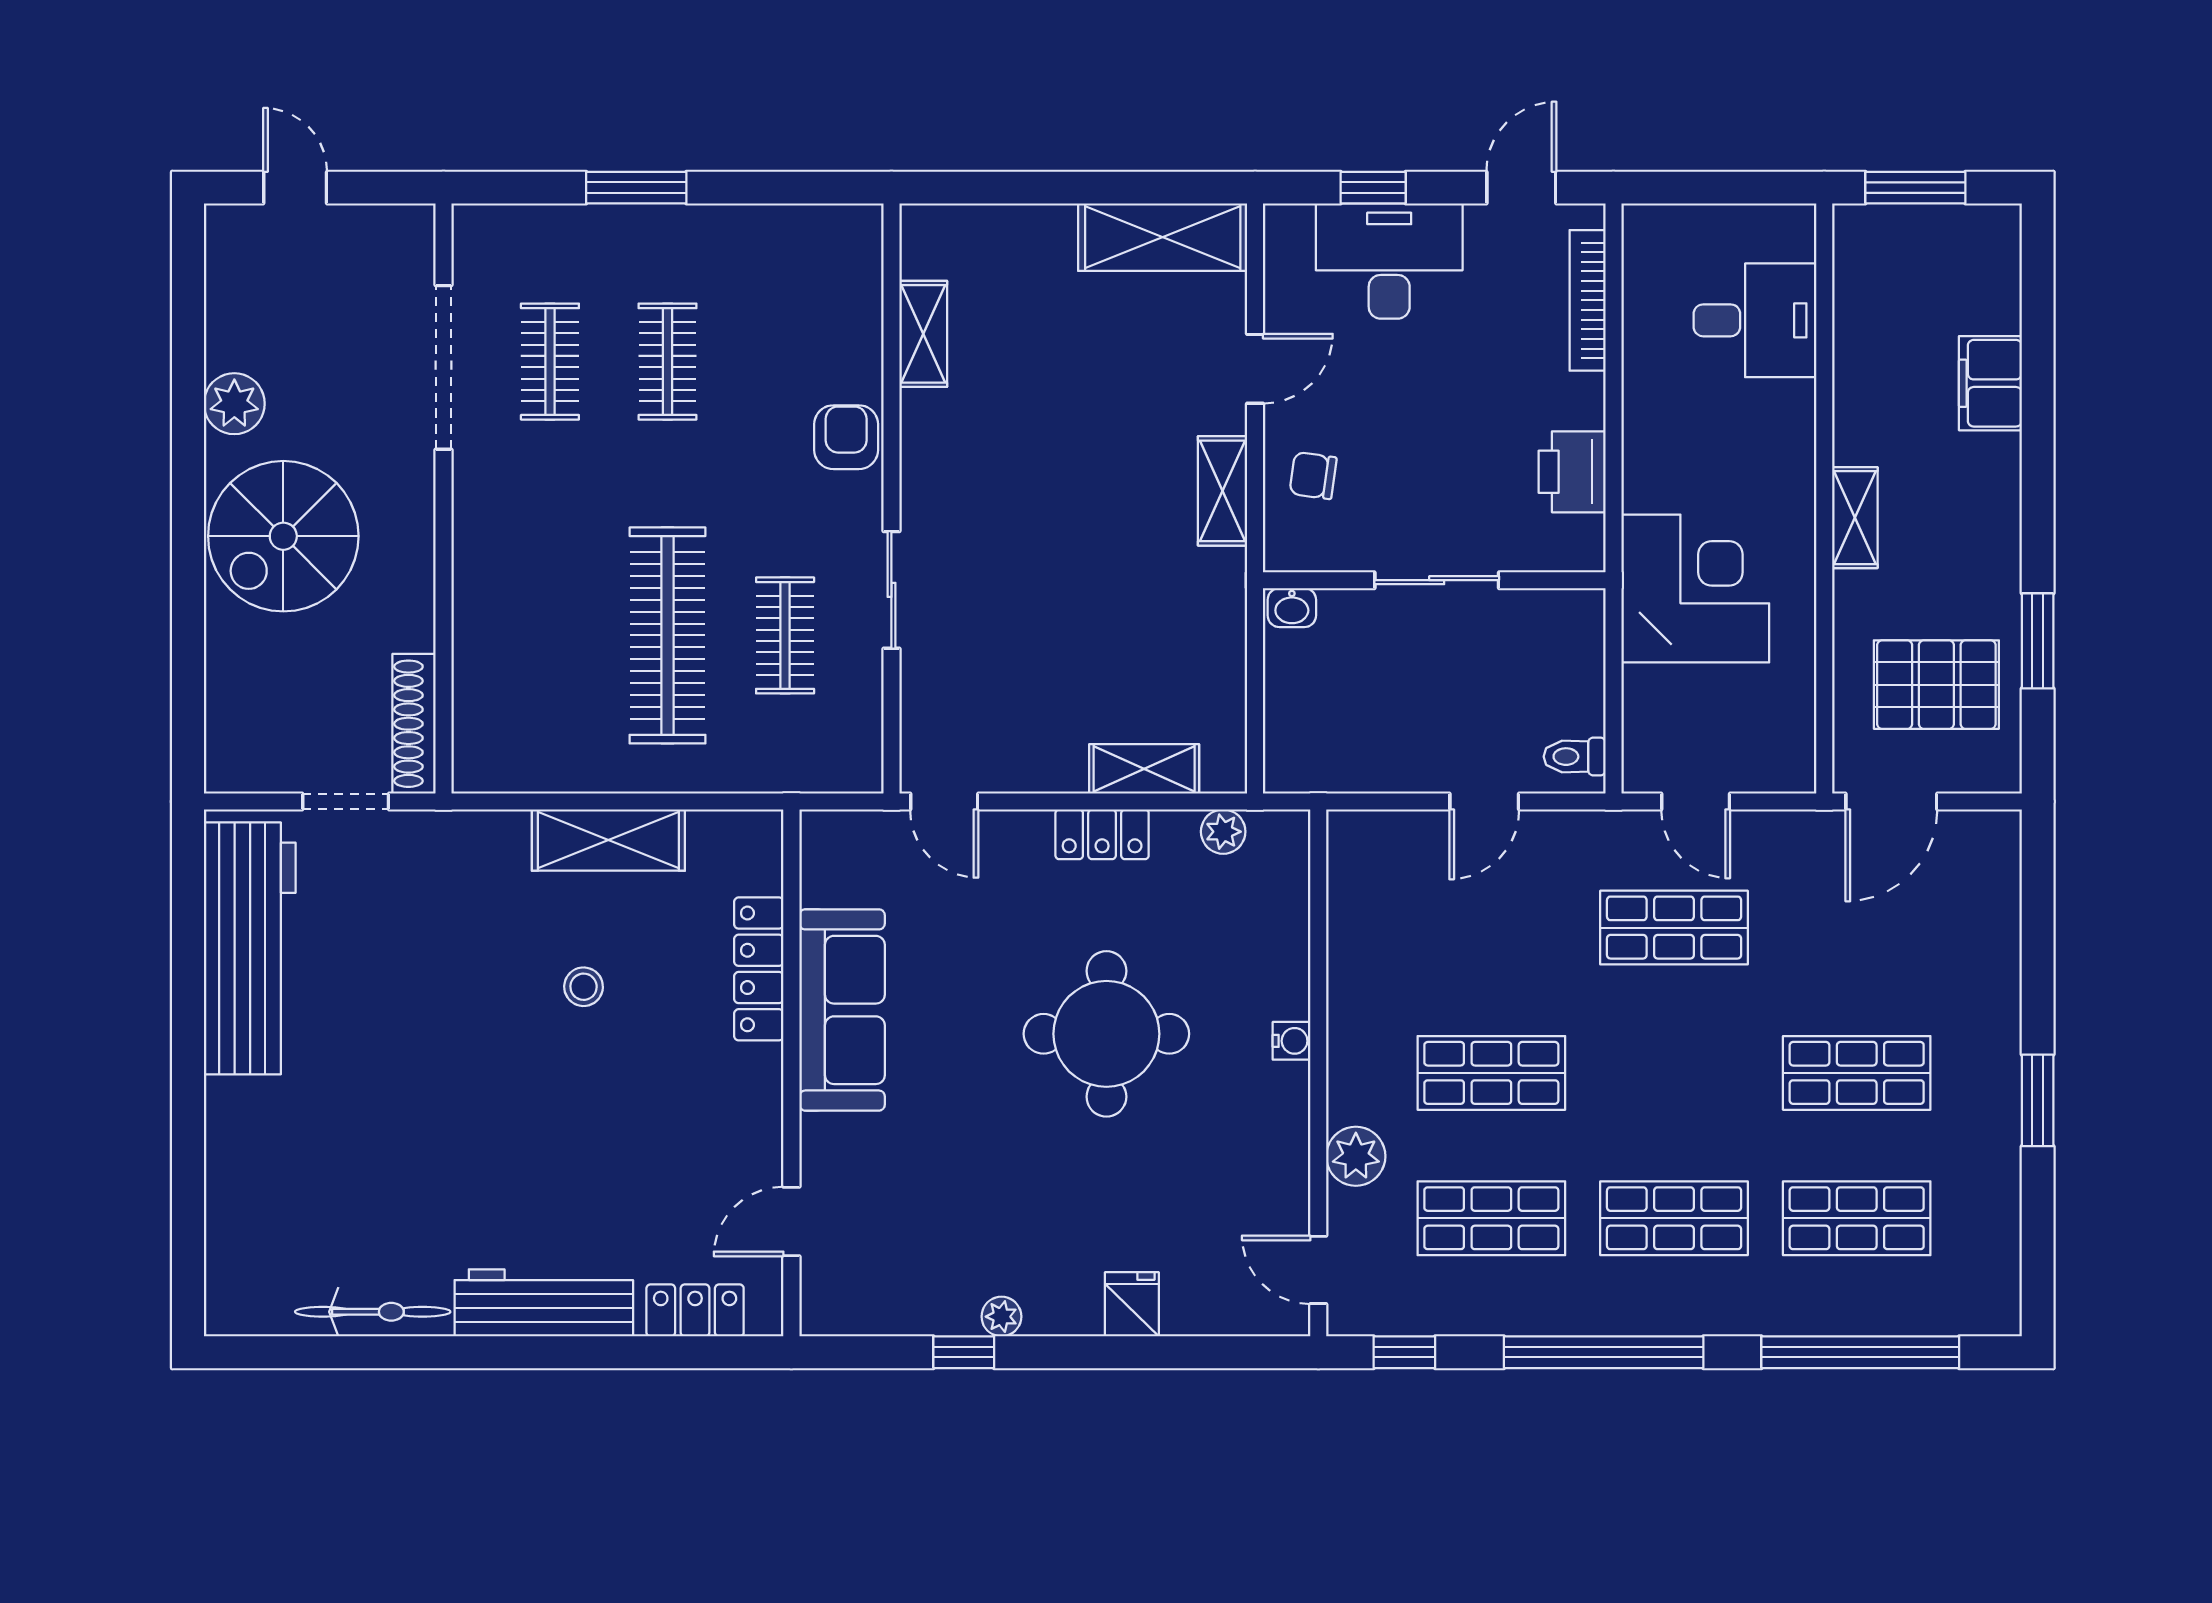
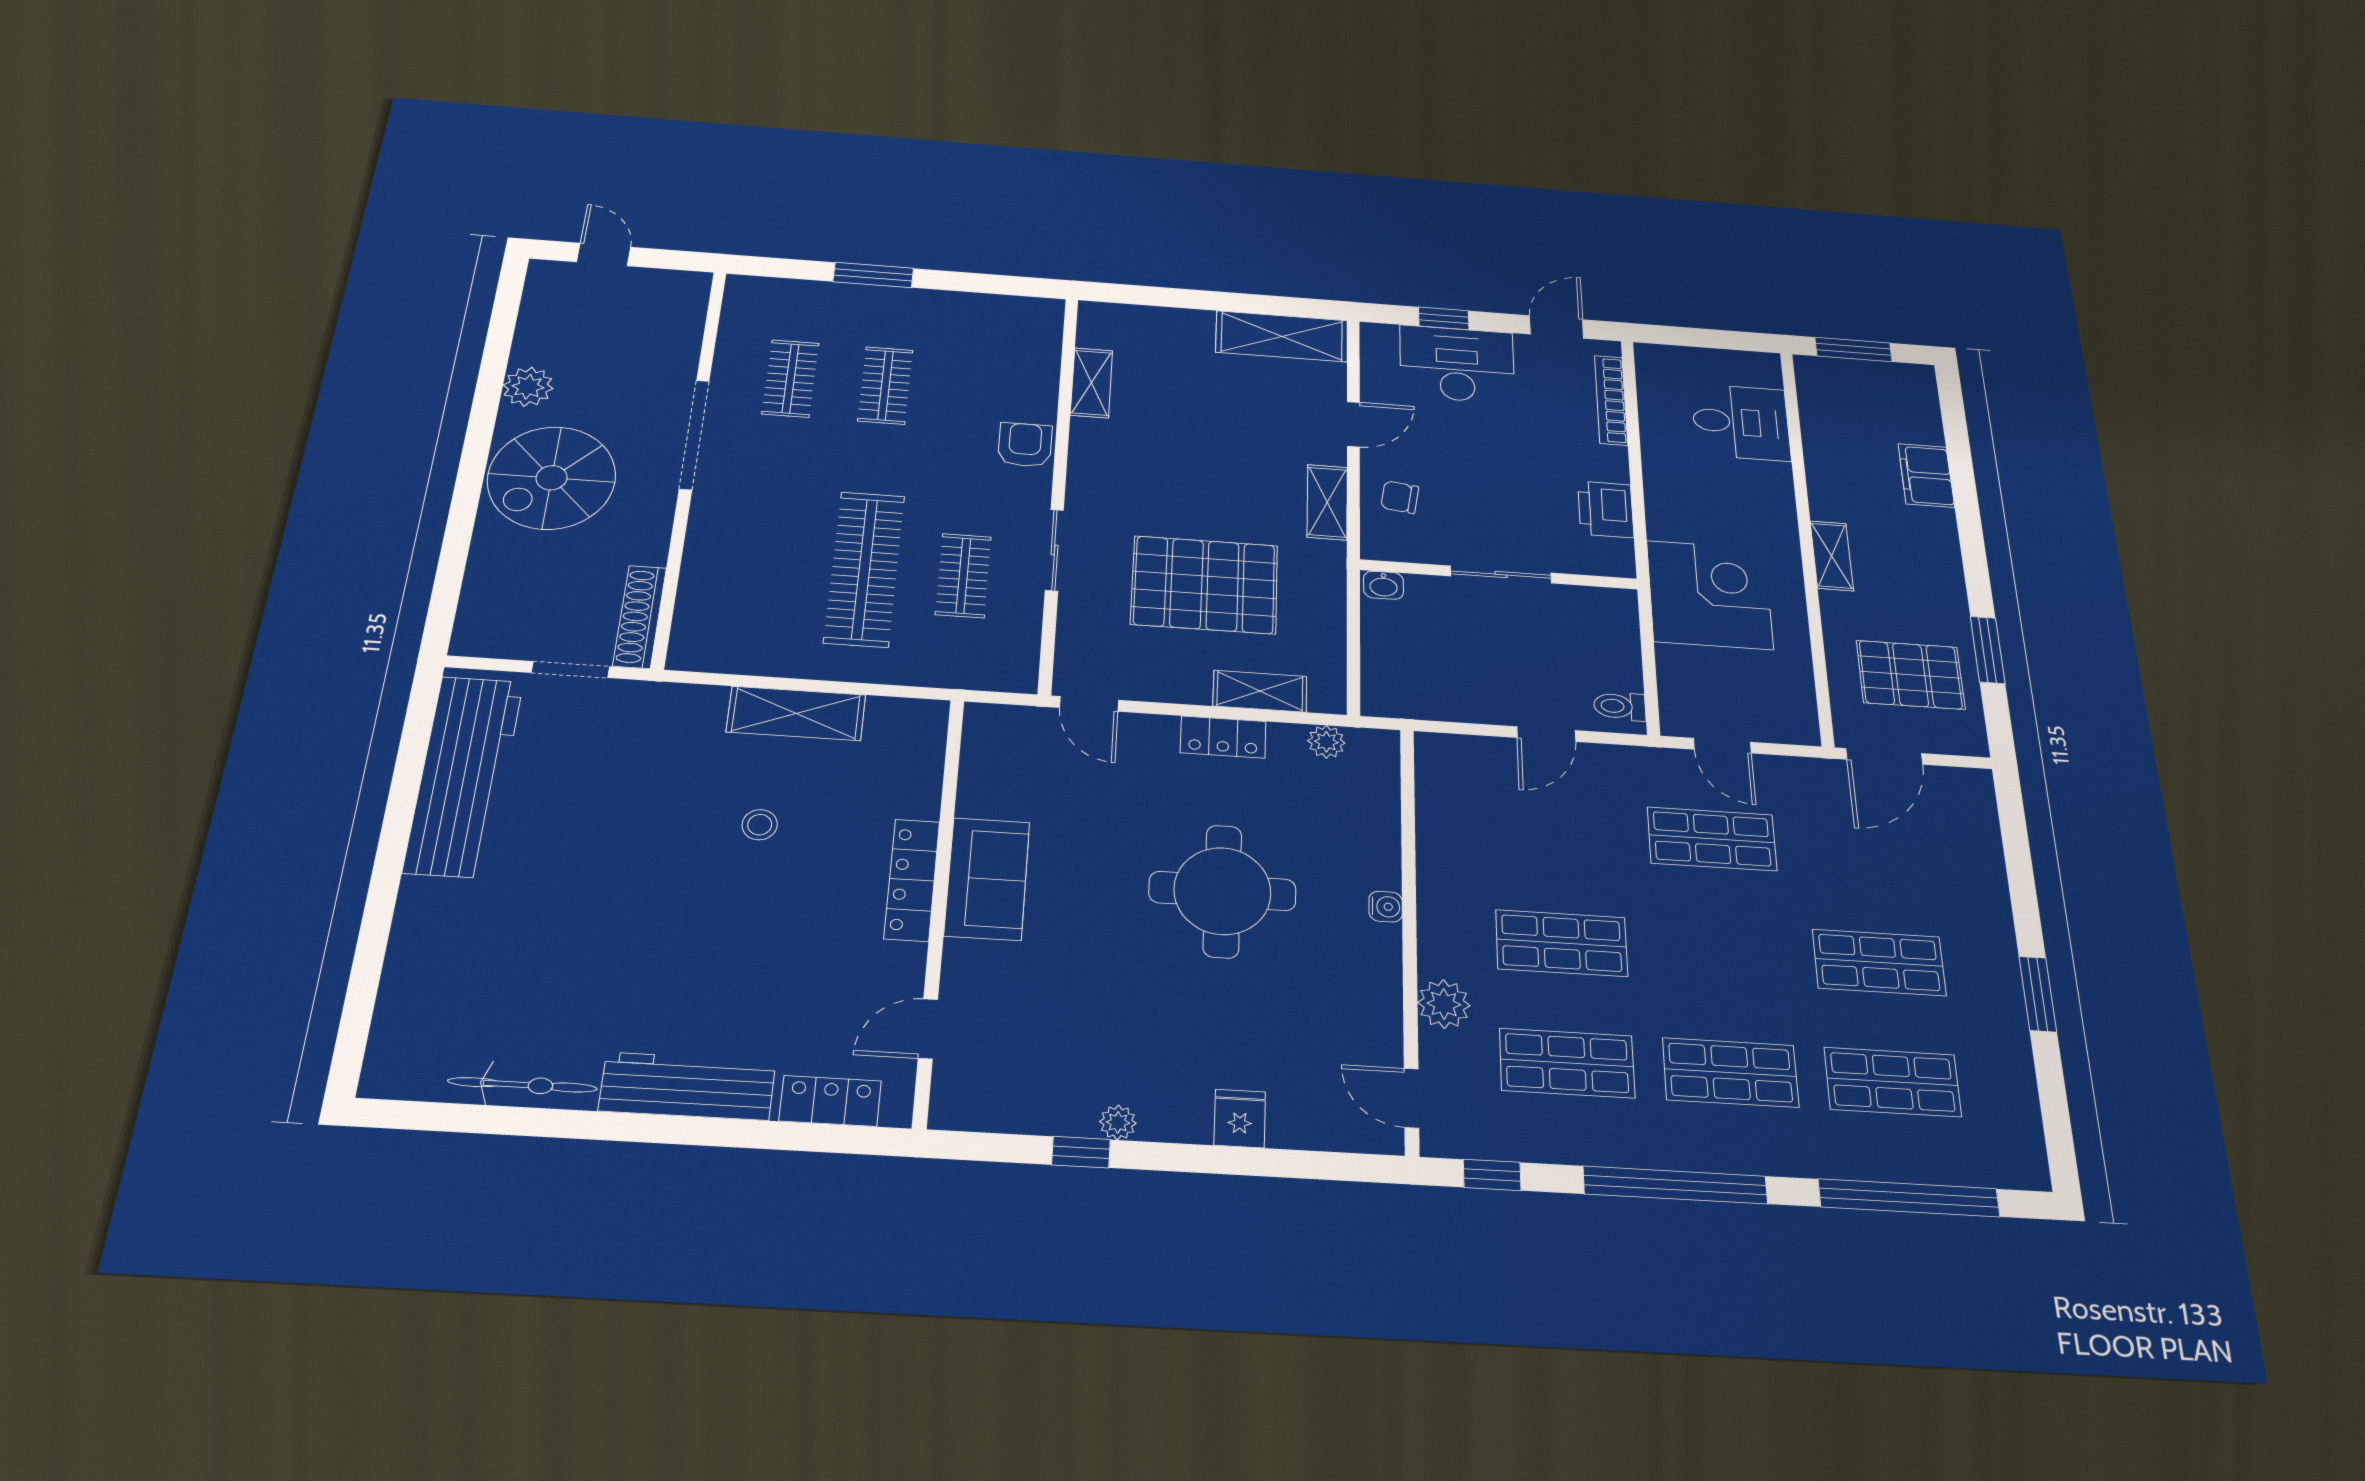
doorway: (444, 367) -> (694, 435), moved
pallet: (1074, 625) -> (1205, 585), added
locker: (759, 969) -> (912, 880), moved
sofa: (842, 1010) -> (987, 879), width x0.73

